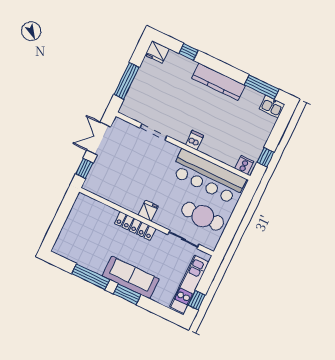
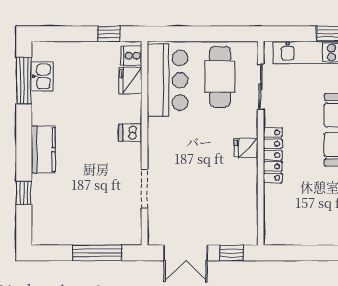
fridge: (157, 52) -> (130, 80), moved, turned 180
kitchen counter: (218, 82) -> (43, 150), width x0.67
kitchen sink: (272, 107) -> (42, 76), moved
bar counter: (208, 177) -> (168, 80), width x0.73

